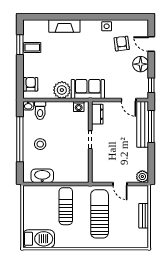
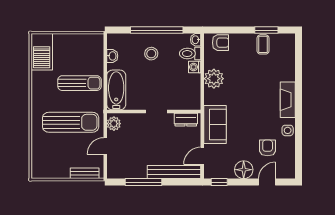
fireplace: (64, 26) -> (288, 100), moved
armchair: (122, 44) -> (268, 148), turned -83
sofa: (88, 89) -> (215, 125), moved
washing machine: (79, 107) -> (195, 67), moved
window: (151, 127) -> (144, 182), moved
bathtub: (72, 174) -> (116, 90), added
washbasin: (42, 176) -> (112, 56), width x0.52, depth x0.69
plant: (142, 177) -> (114, 124), moved
bench: (144, 216) -> (85, 173), moved

